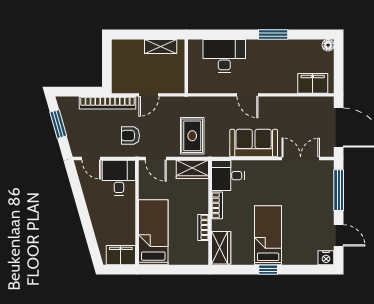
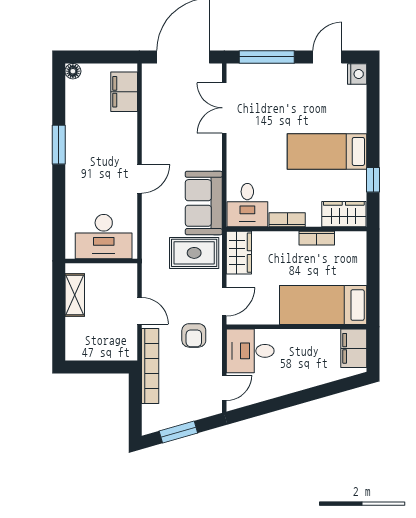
desk: (224, 56) -> (104, 237), moved, turned -90
sofa: (254, 143) -> (204, 203), moved
window: (268, 270) -> (373, 180), moved

